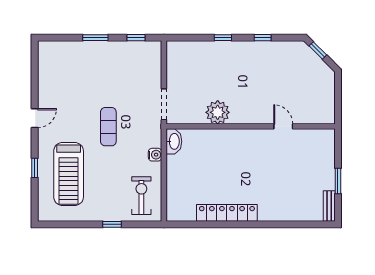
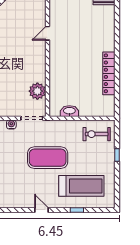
plant: (218, 112) -> (37, 91), moved
exercise mat: (108, 127) -> (48, 158), width x2.00, depth x1.45
washbasin: (174, 141) -> (69, 111), moved
water cooler: (155, 155) -> (11, 124), moved

